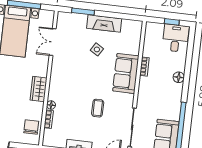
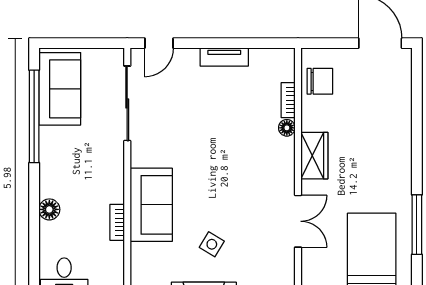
double door: (53, 42) -> (298, 221), moved
coffee table: (98, 108) -> (197, 132), removed
chair: (31, 127) -> (320, 81), turned -90

